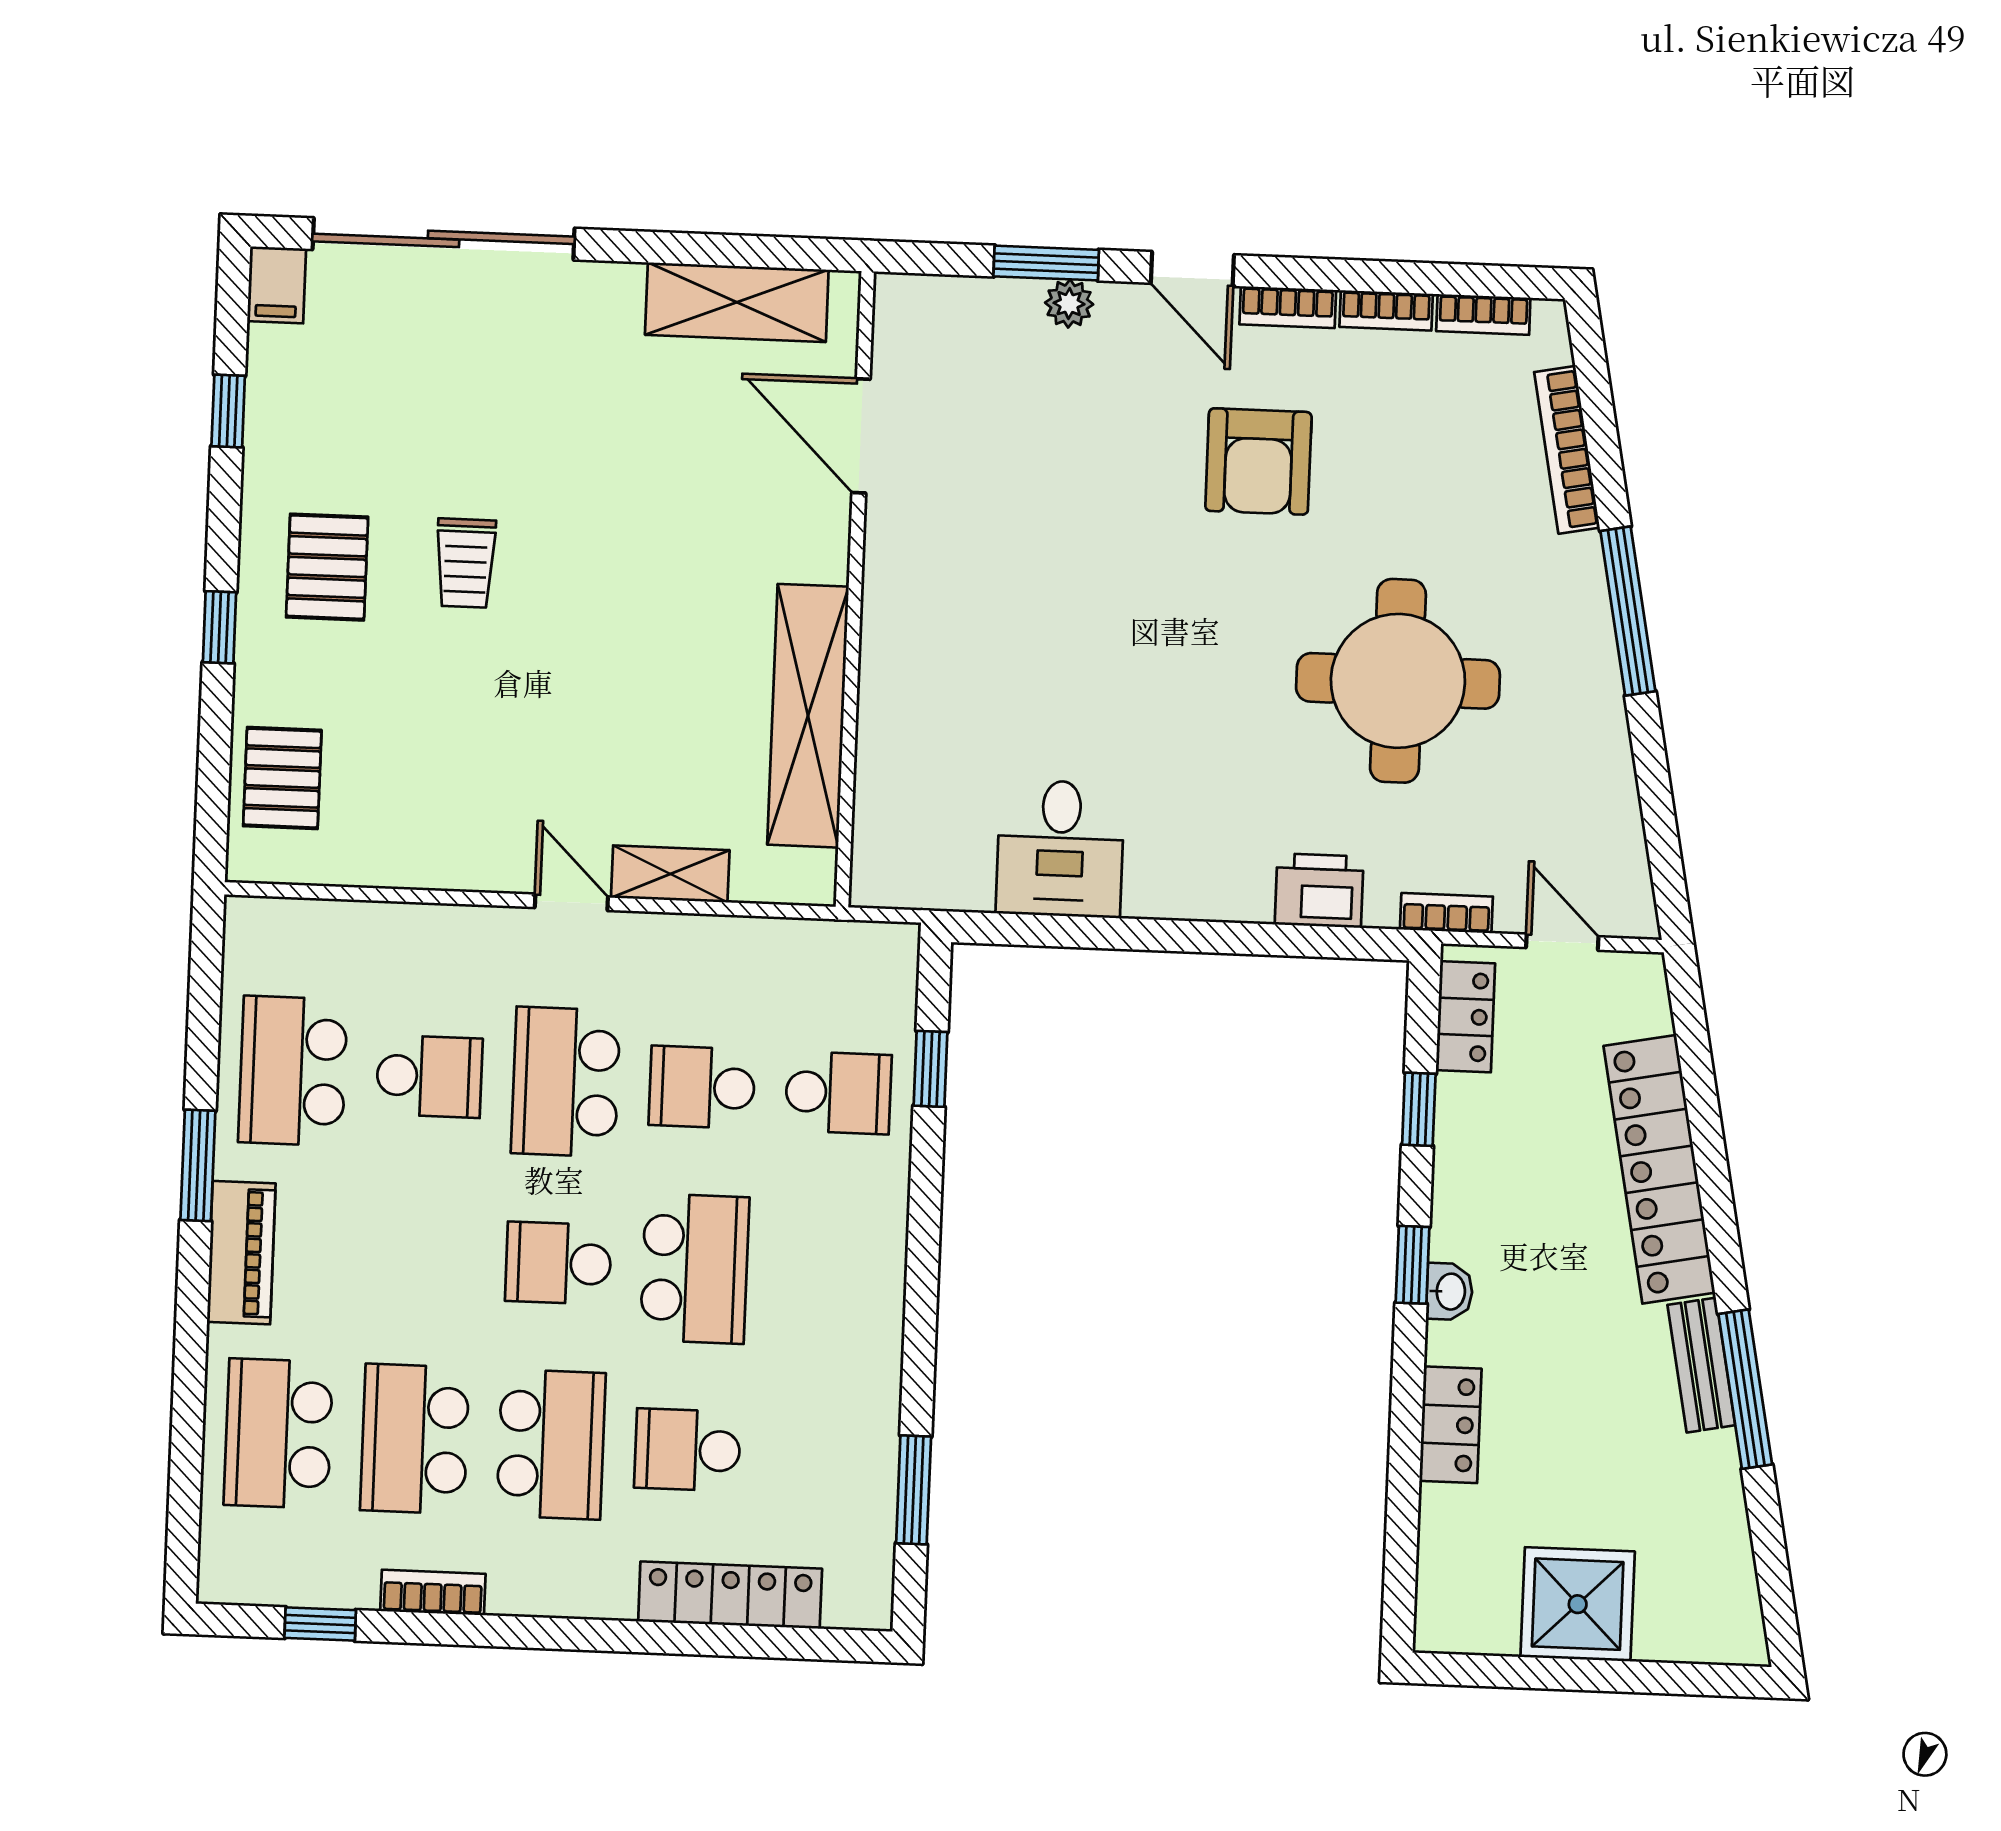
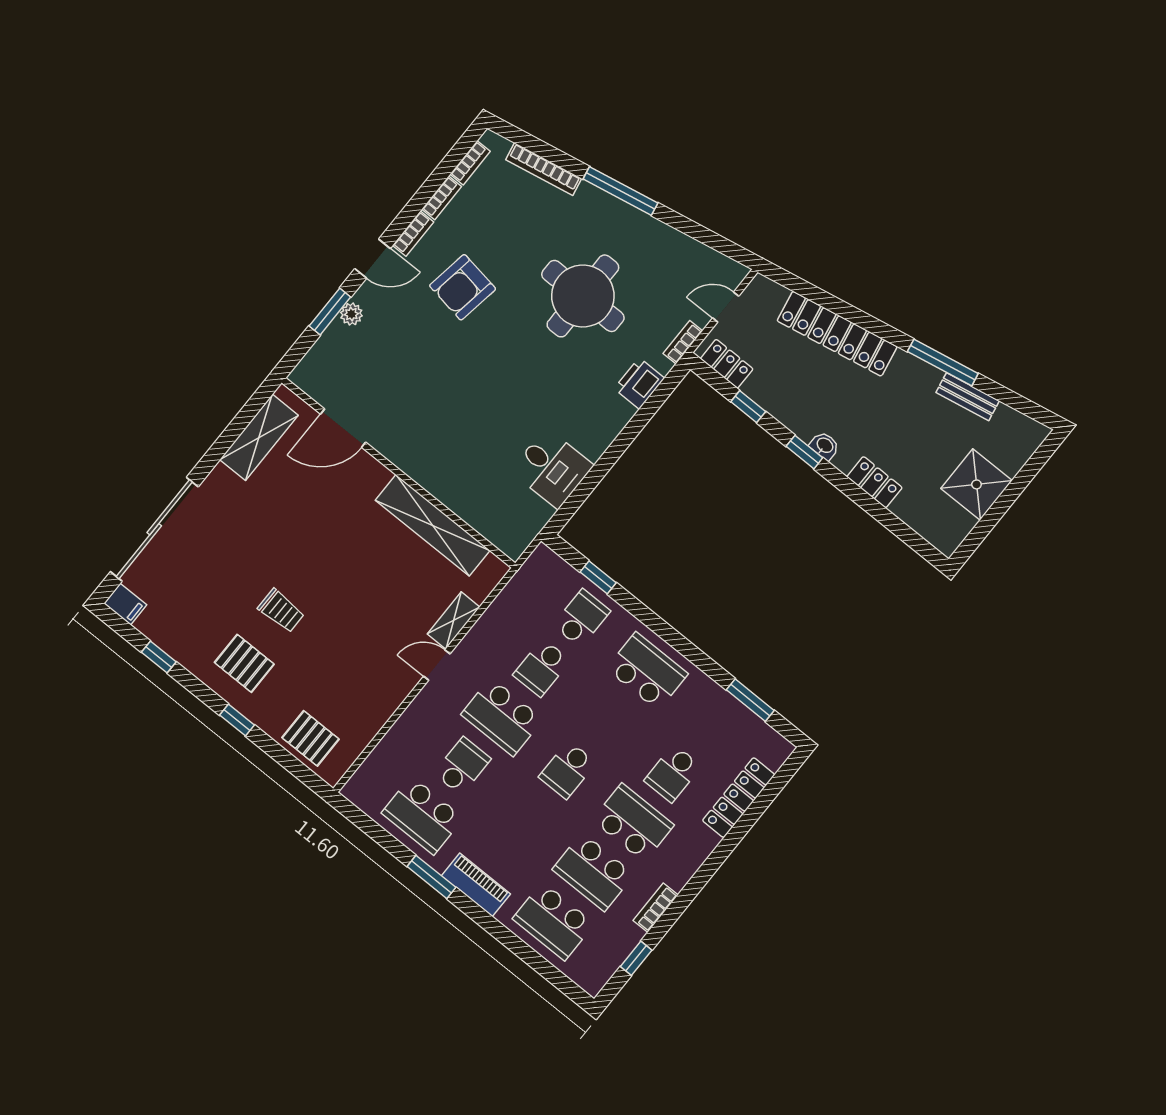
armchair: (1258, 461) -> (463, 287), turned 99
school desk: (695, 1269) -> (647, 671), moved
bench: (1701, 1365) -> (968, 397), moved

